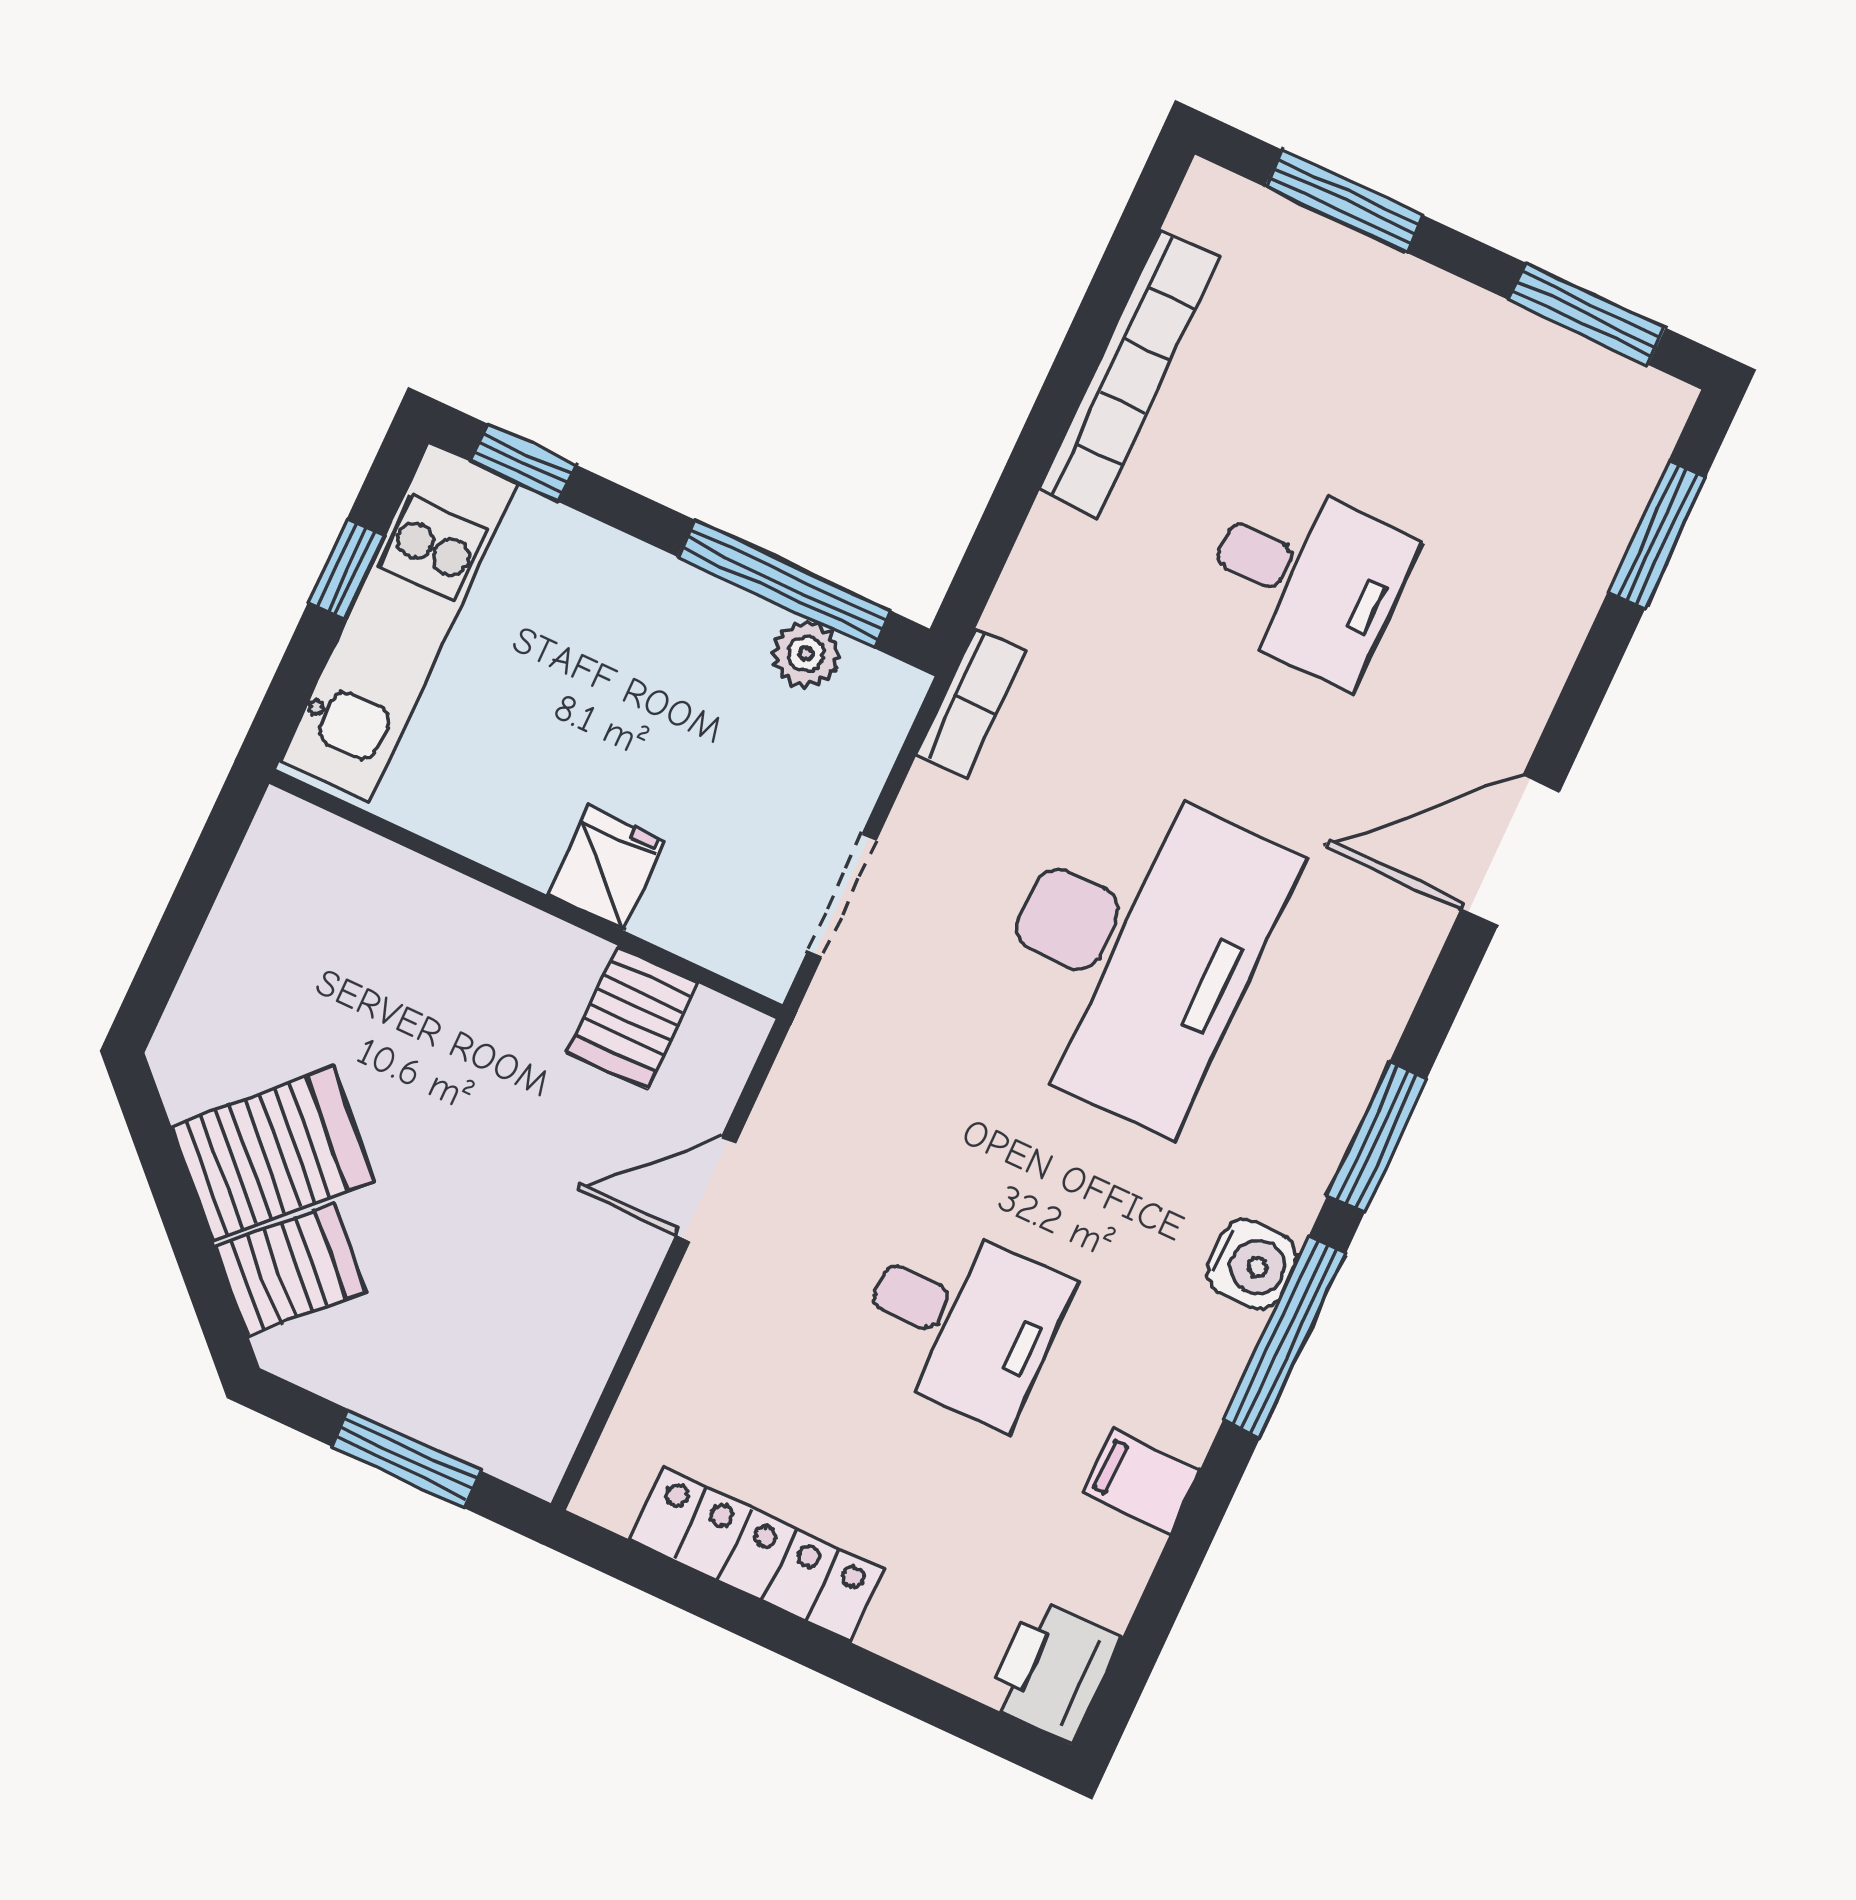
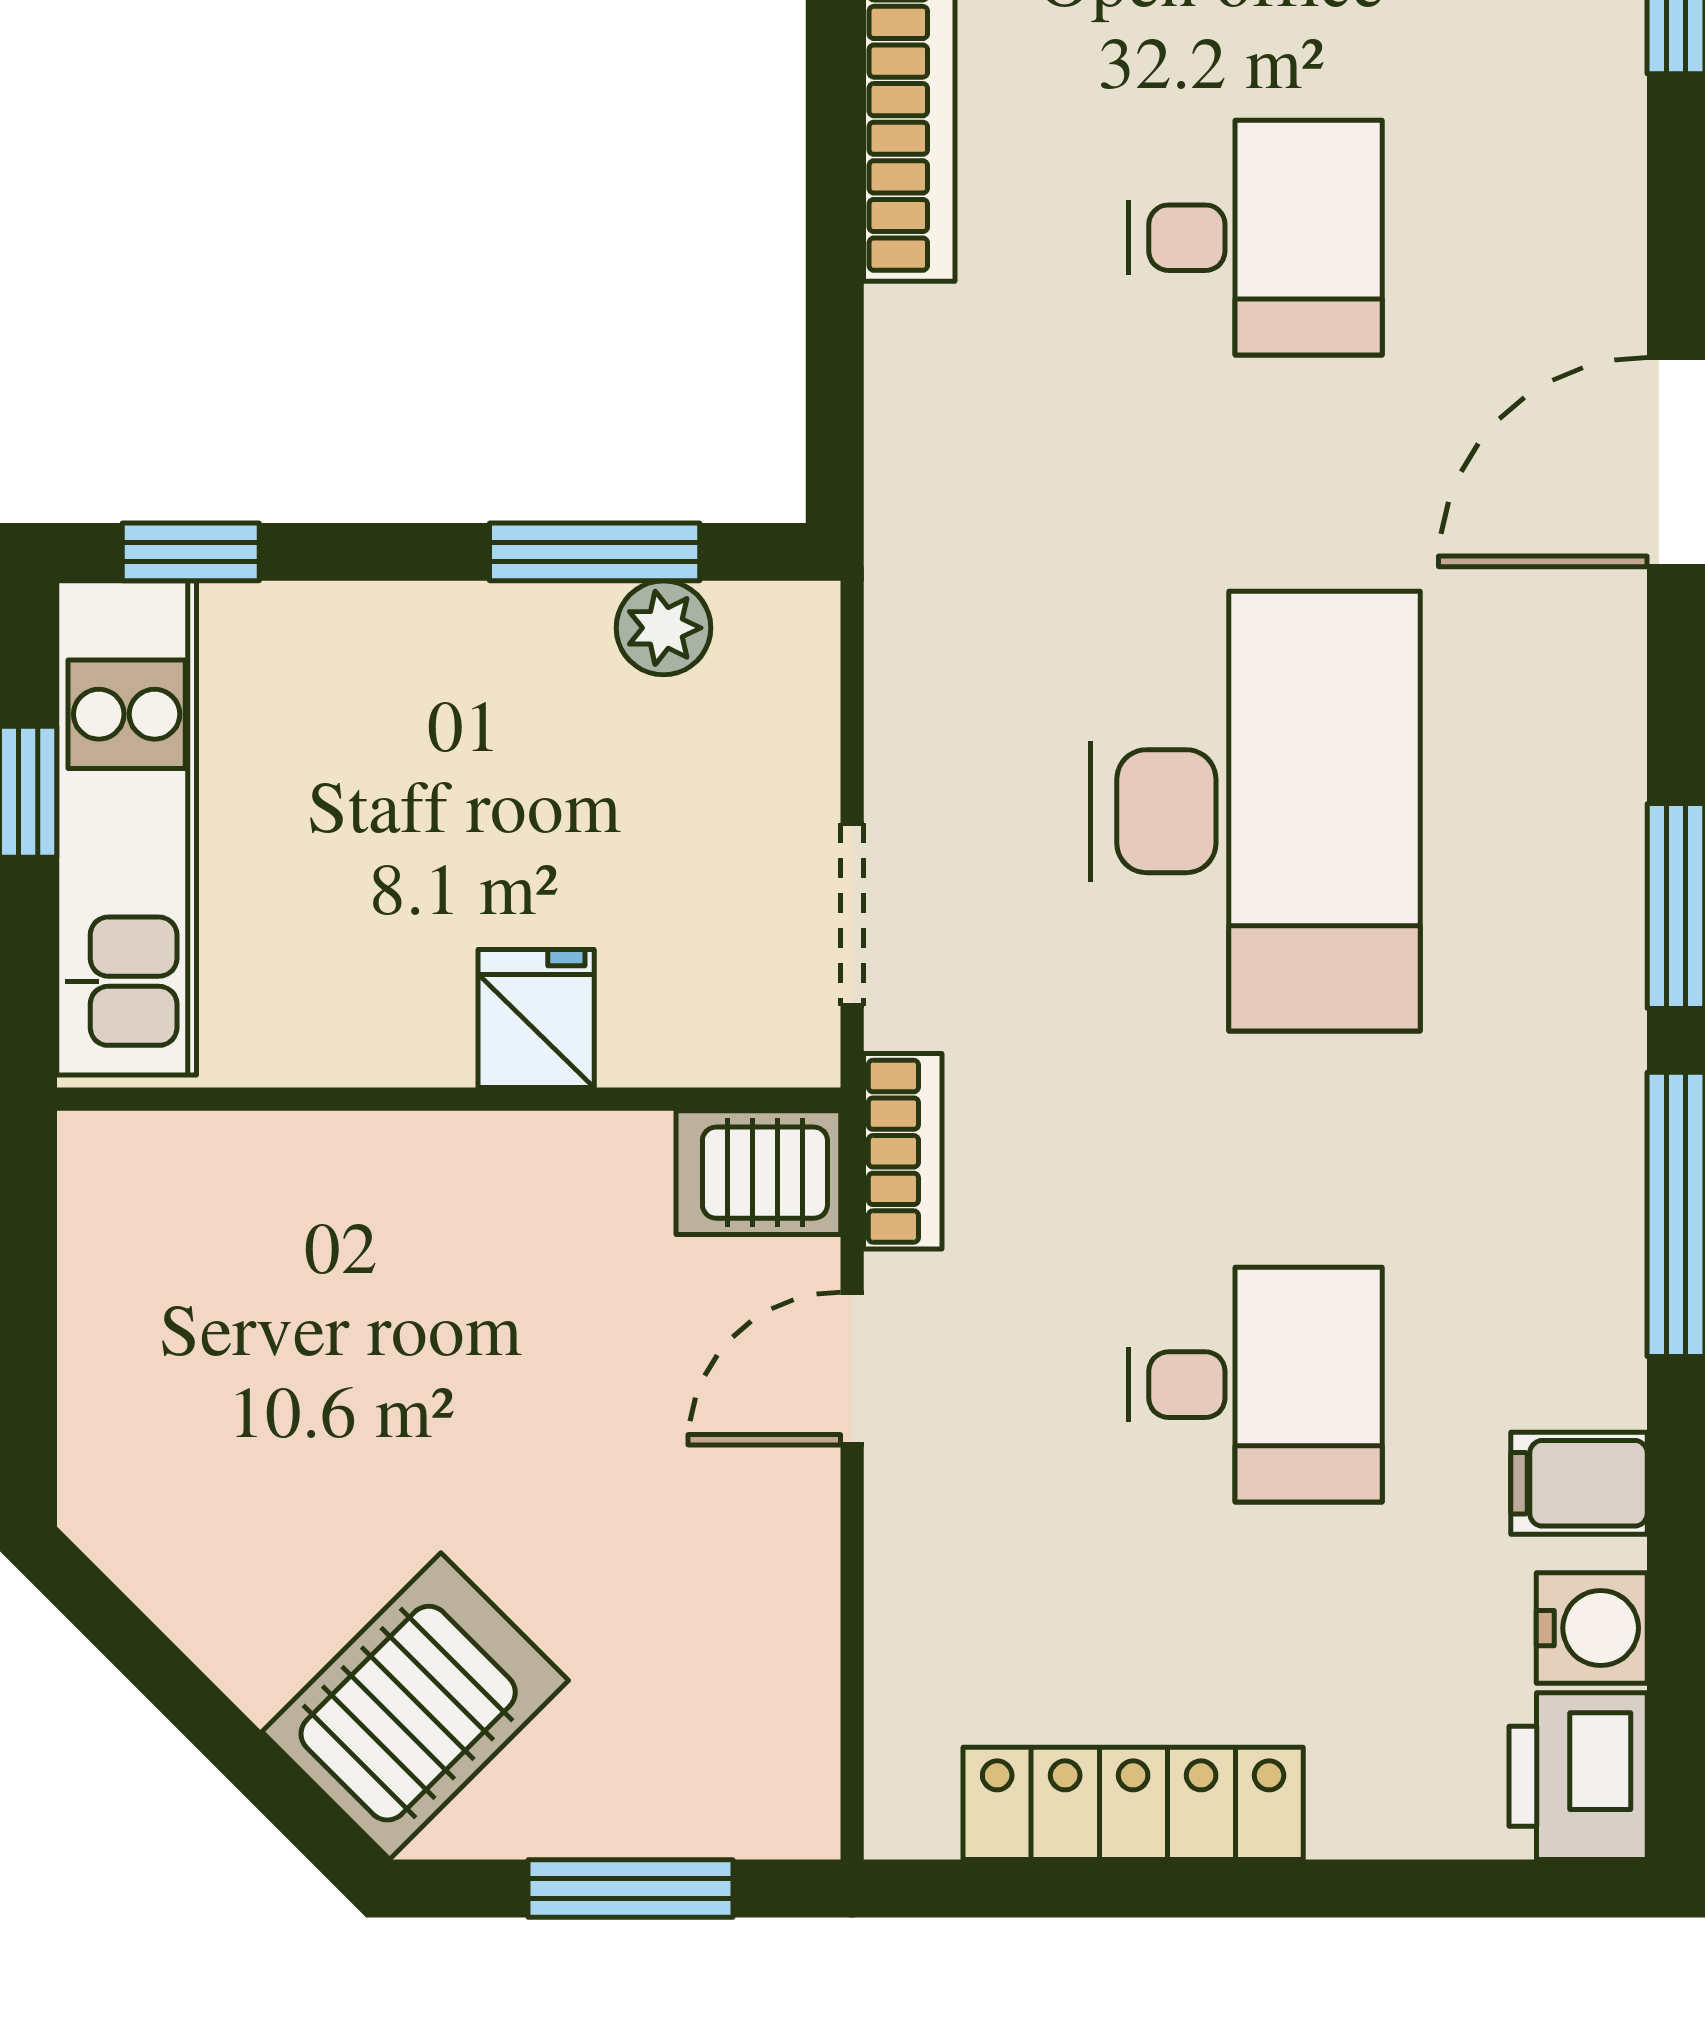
window: (784, 584) -> (595, 552), width x0.69
bookcase: (971, 703) -> (903, 1151), moved
server rack: (632, 1017) -> (758, 1173), moved, turned 90
server rack: (273, 1153) -> (280, 1579), removed
water cooler: (1252, 1264) -> (1592, 1628), moved
server rack: (290, 1269) -> (415, 1706), width x1.36, depth x1.44

